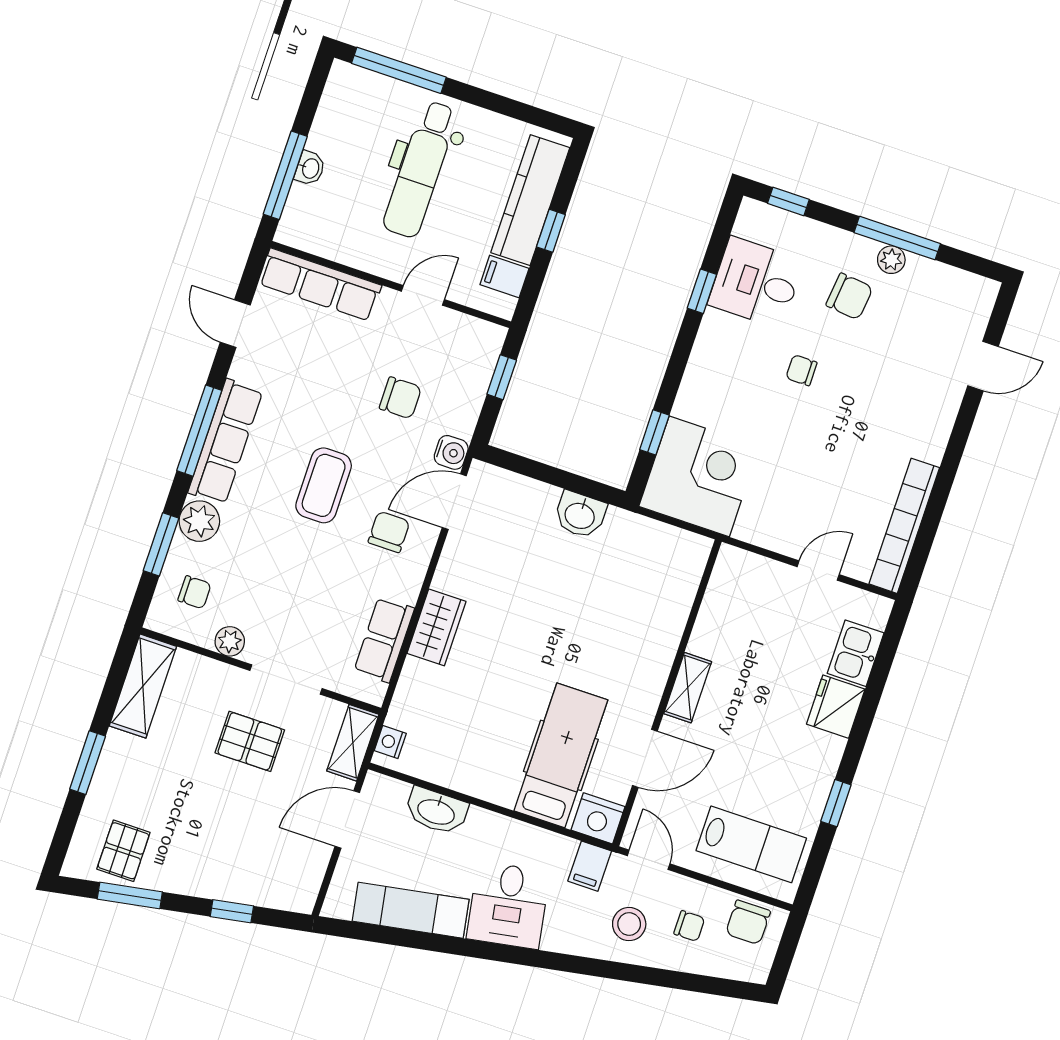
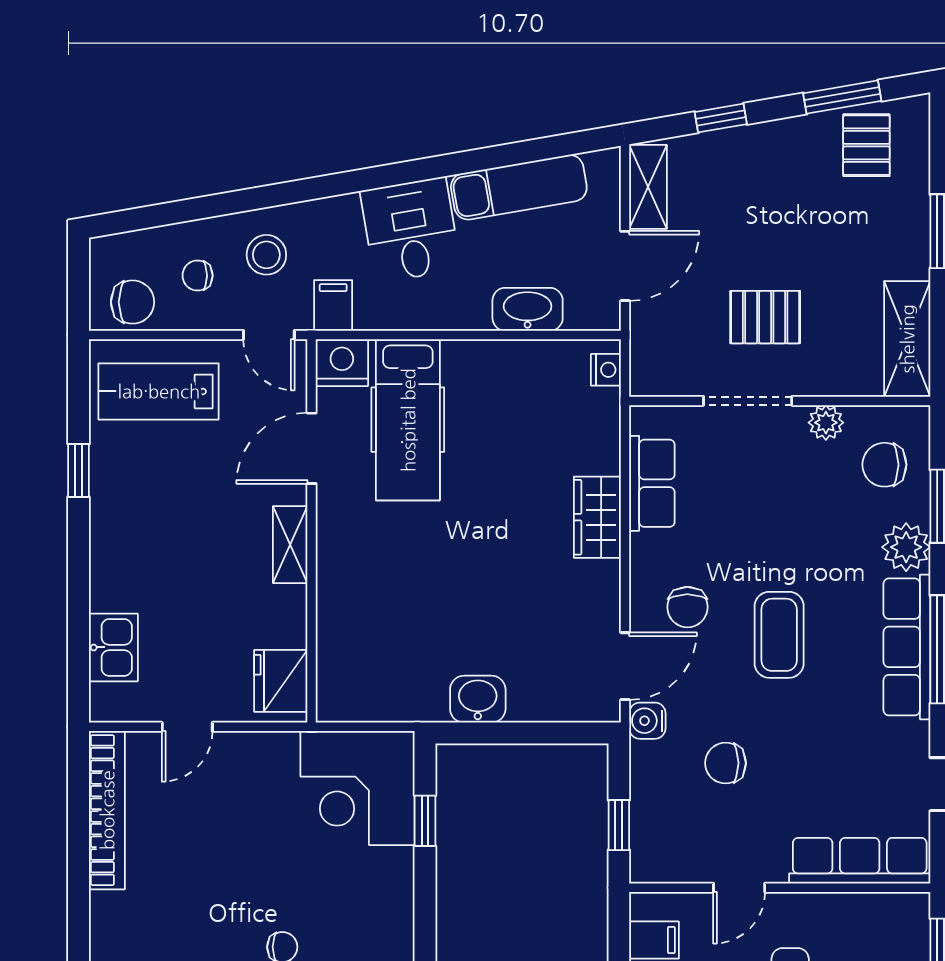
chair: (195, 592) -> (884, 465), width x1.37, depth x1.37
fridge: (836, 707) -> (281, 681), moved, turned 180
shelving: (353, 743) -> (648, 187), moved
chair: (748, 922) -> (133, 302), turned 90

